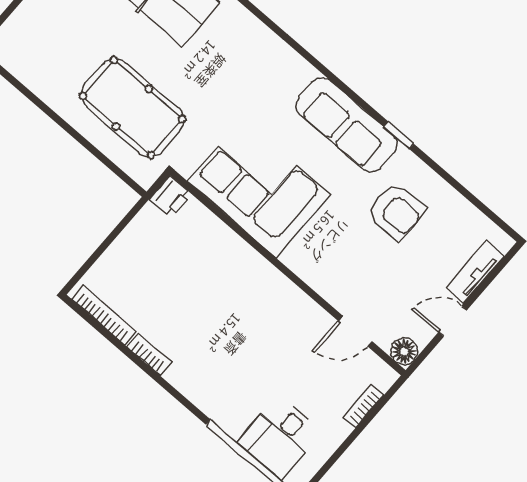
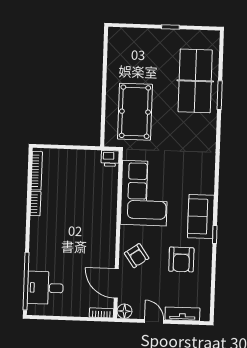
sofa: (346, 125) -> (201, 216), width x0.73
armchair: (339, 271) -> (137, 256), added
door: (355, 331) -> (116, 283), width x1.38
bookcase: (363, 406) -> (101, 313), moved

